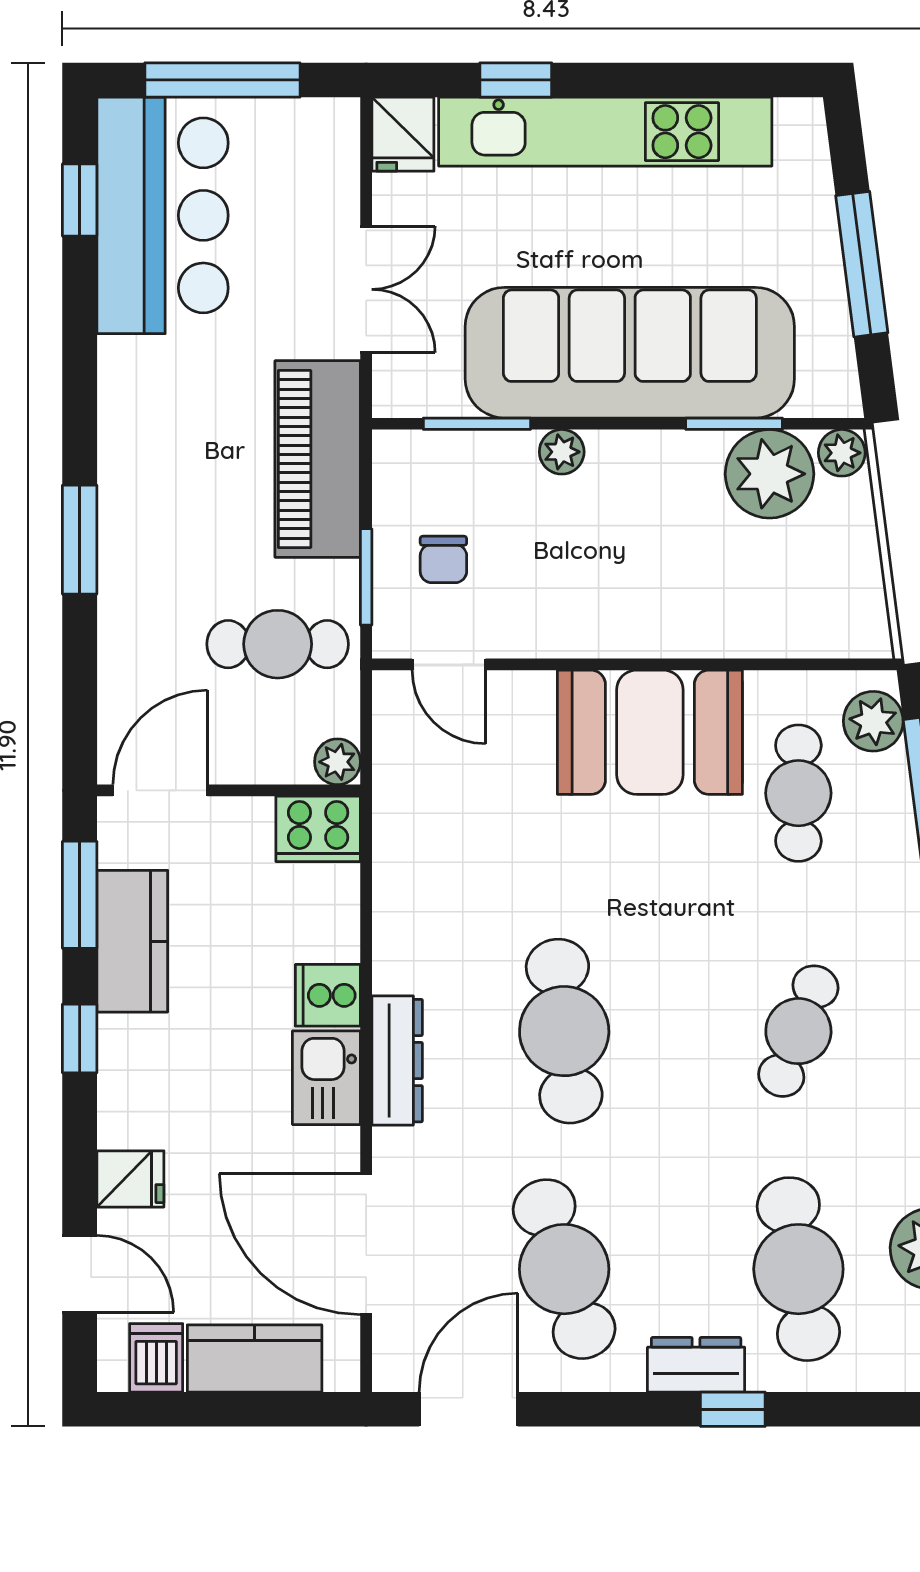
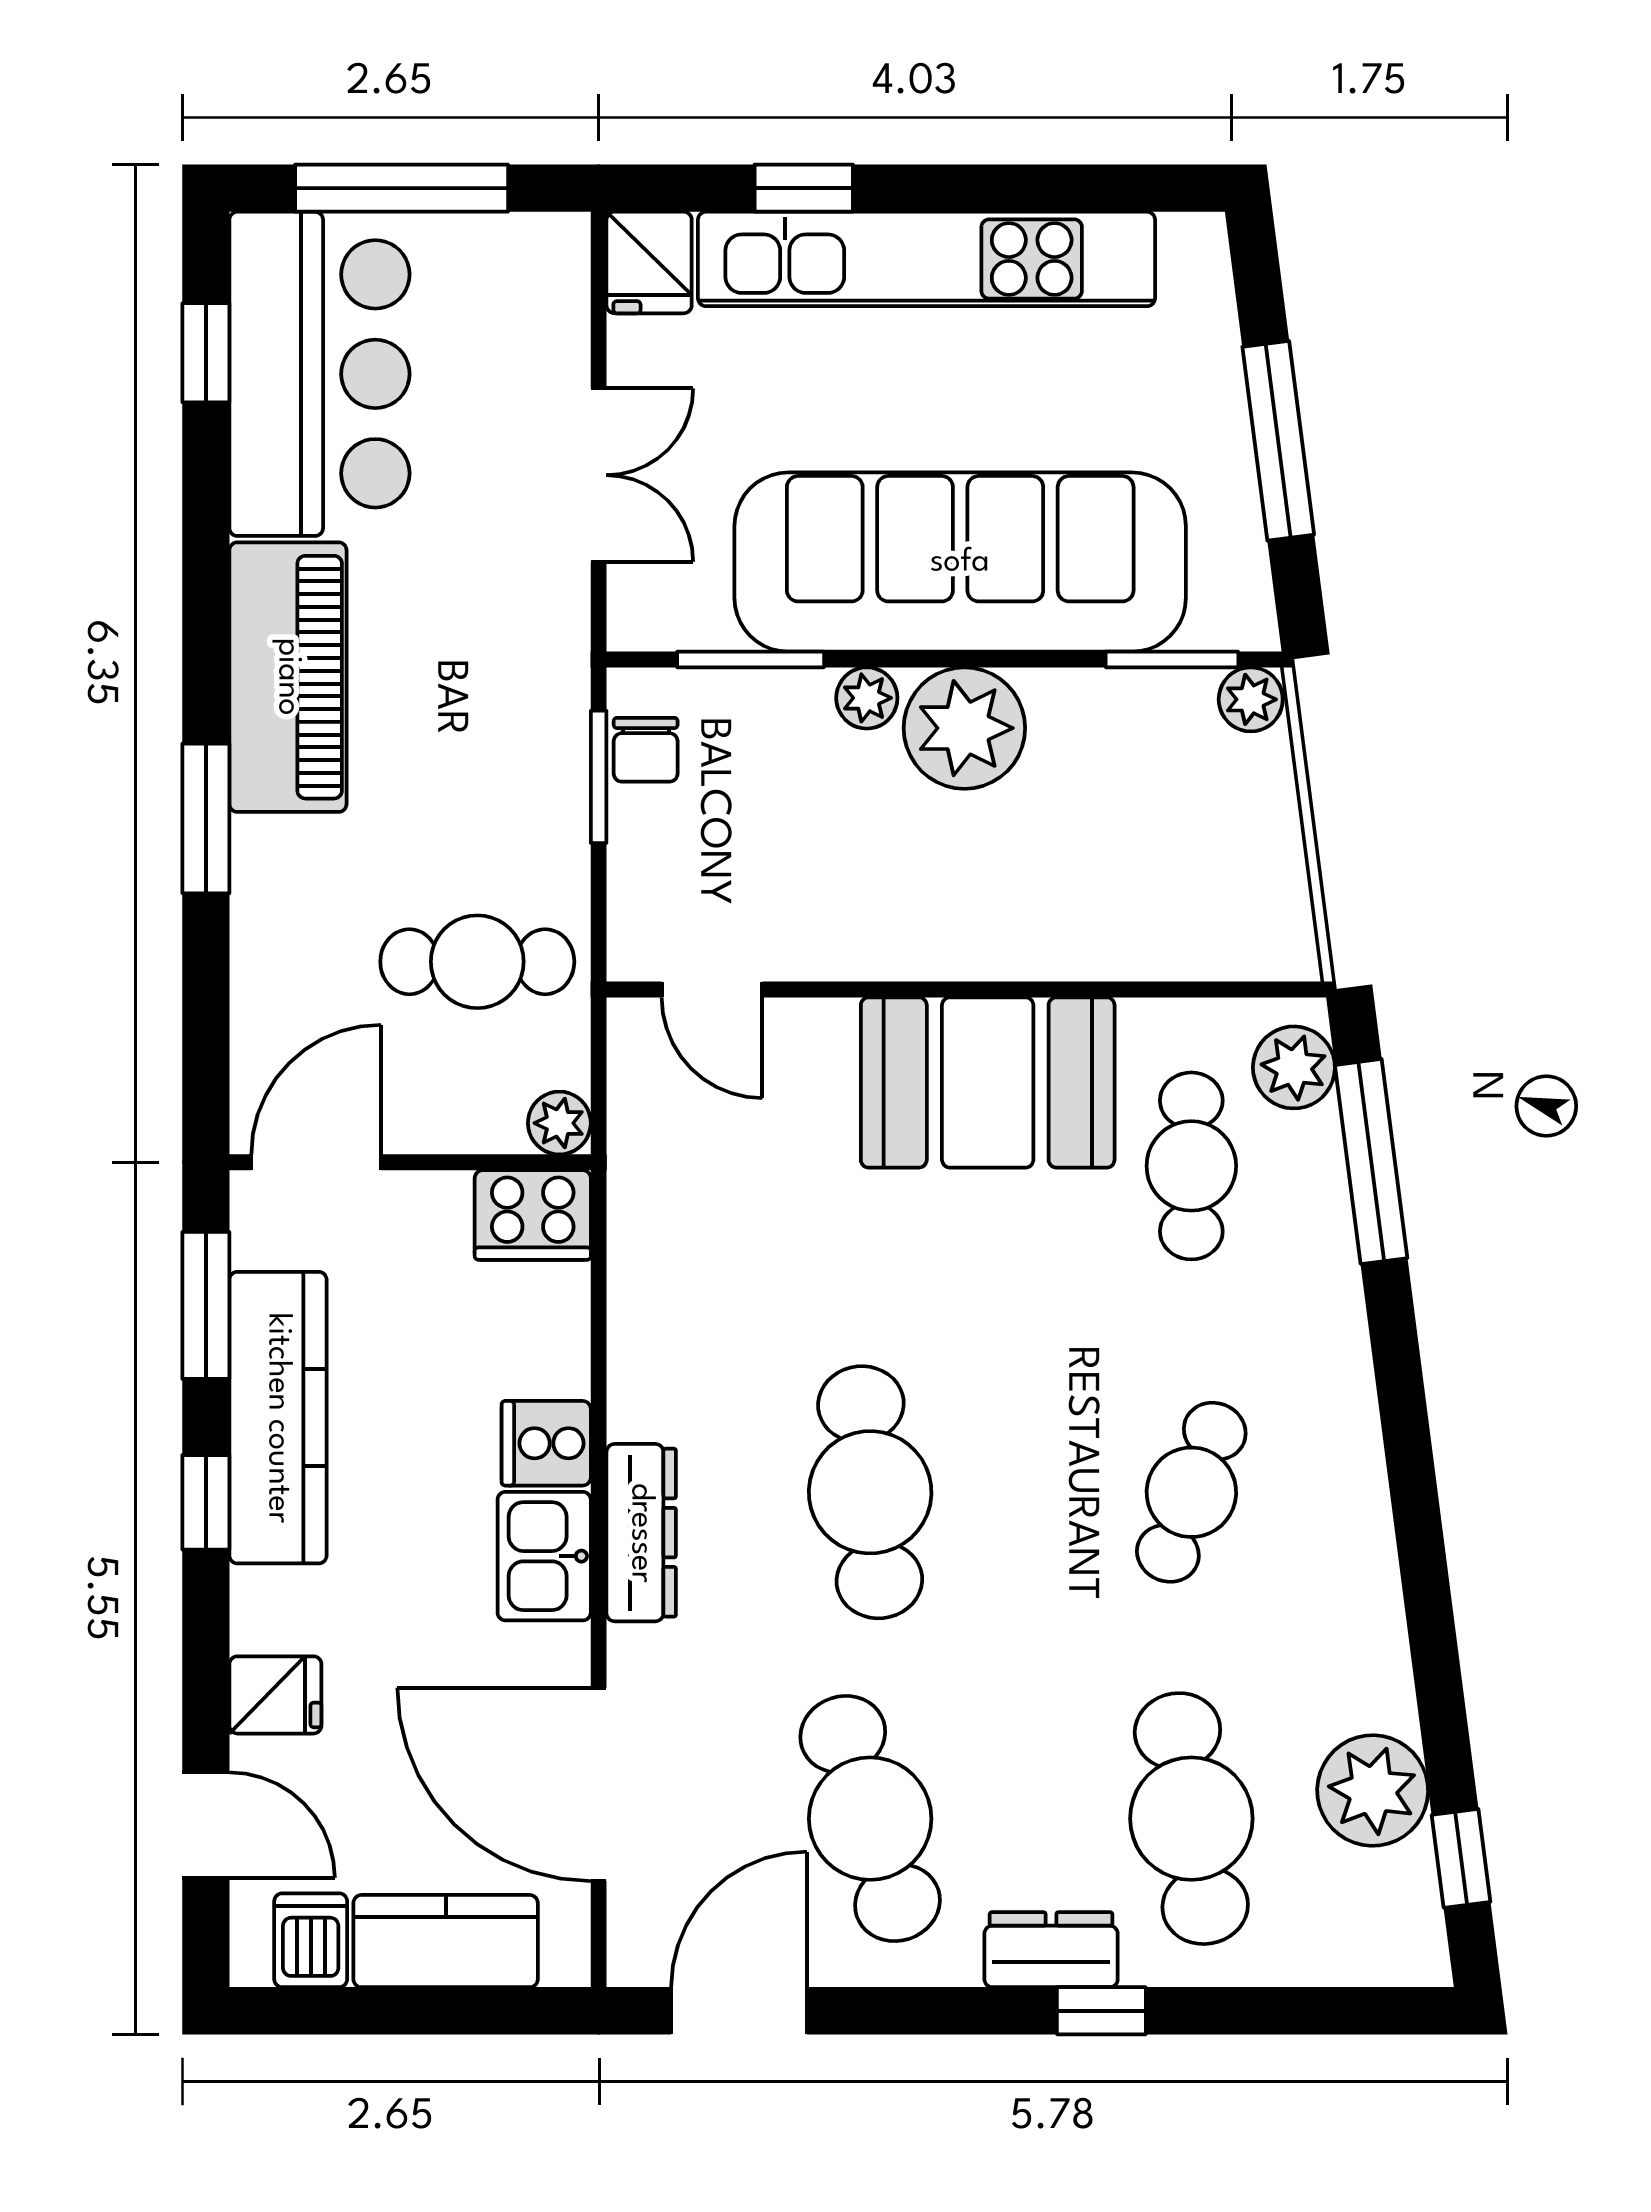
window: (734, 424) -> (1172, 660), moved
piano: (318, 459) -> (288, 677), moved, turned 180
plant: (770, 474) -> (964, 728), moved
chair: (443, 559) -> (646, 750), moved
window: (366, 577) -> (599, 777), moved
kitchen counter: (132, 941) -> (278, 1418), width x1.50

